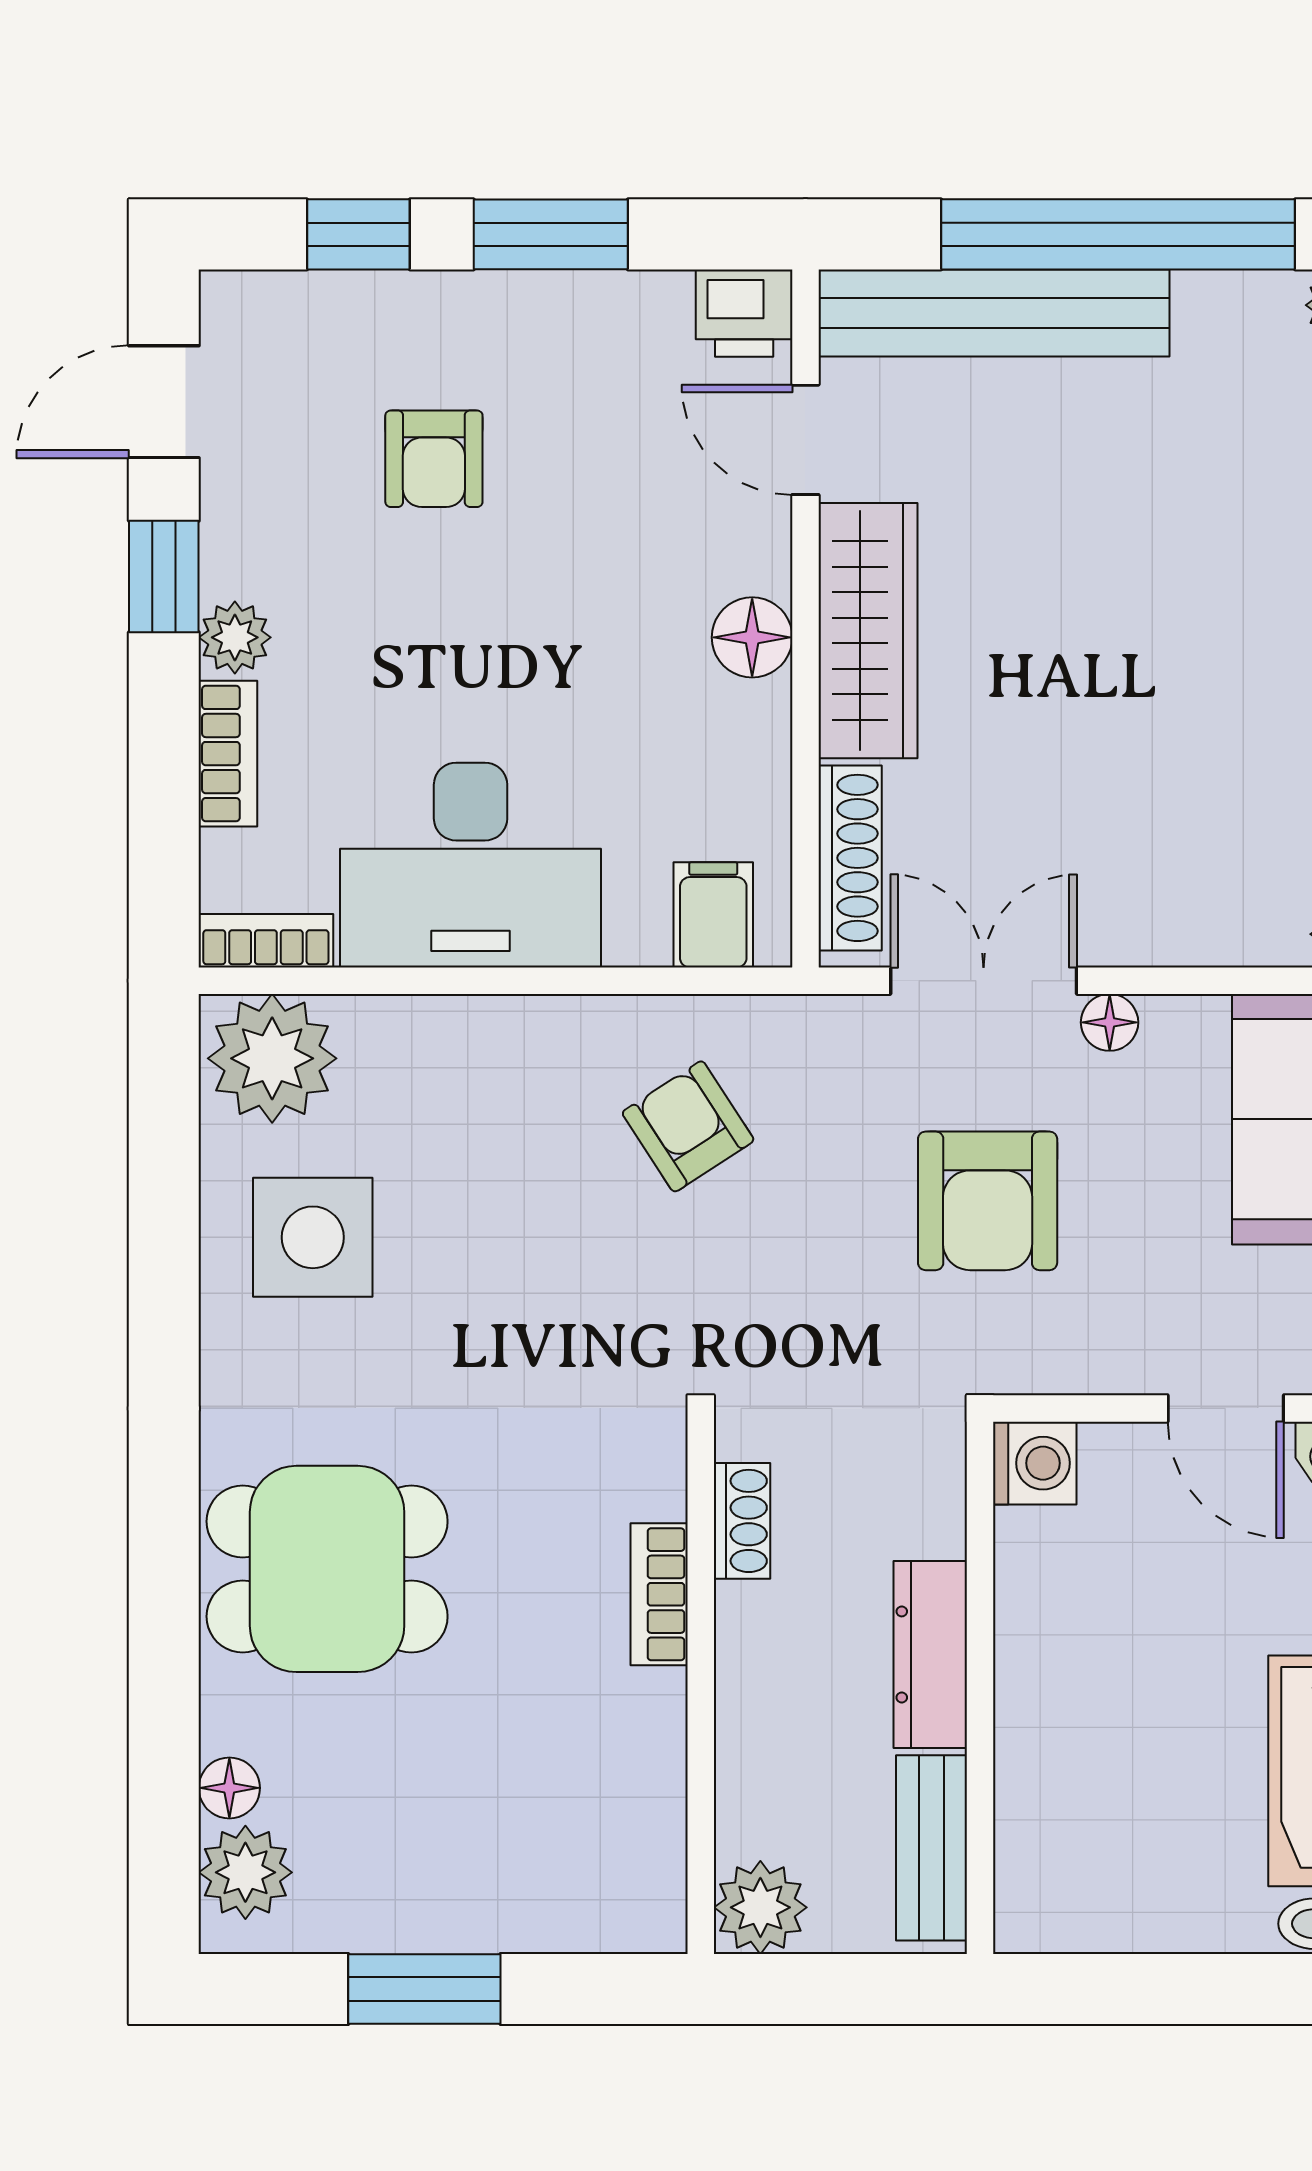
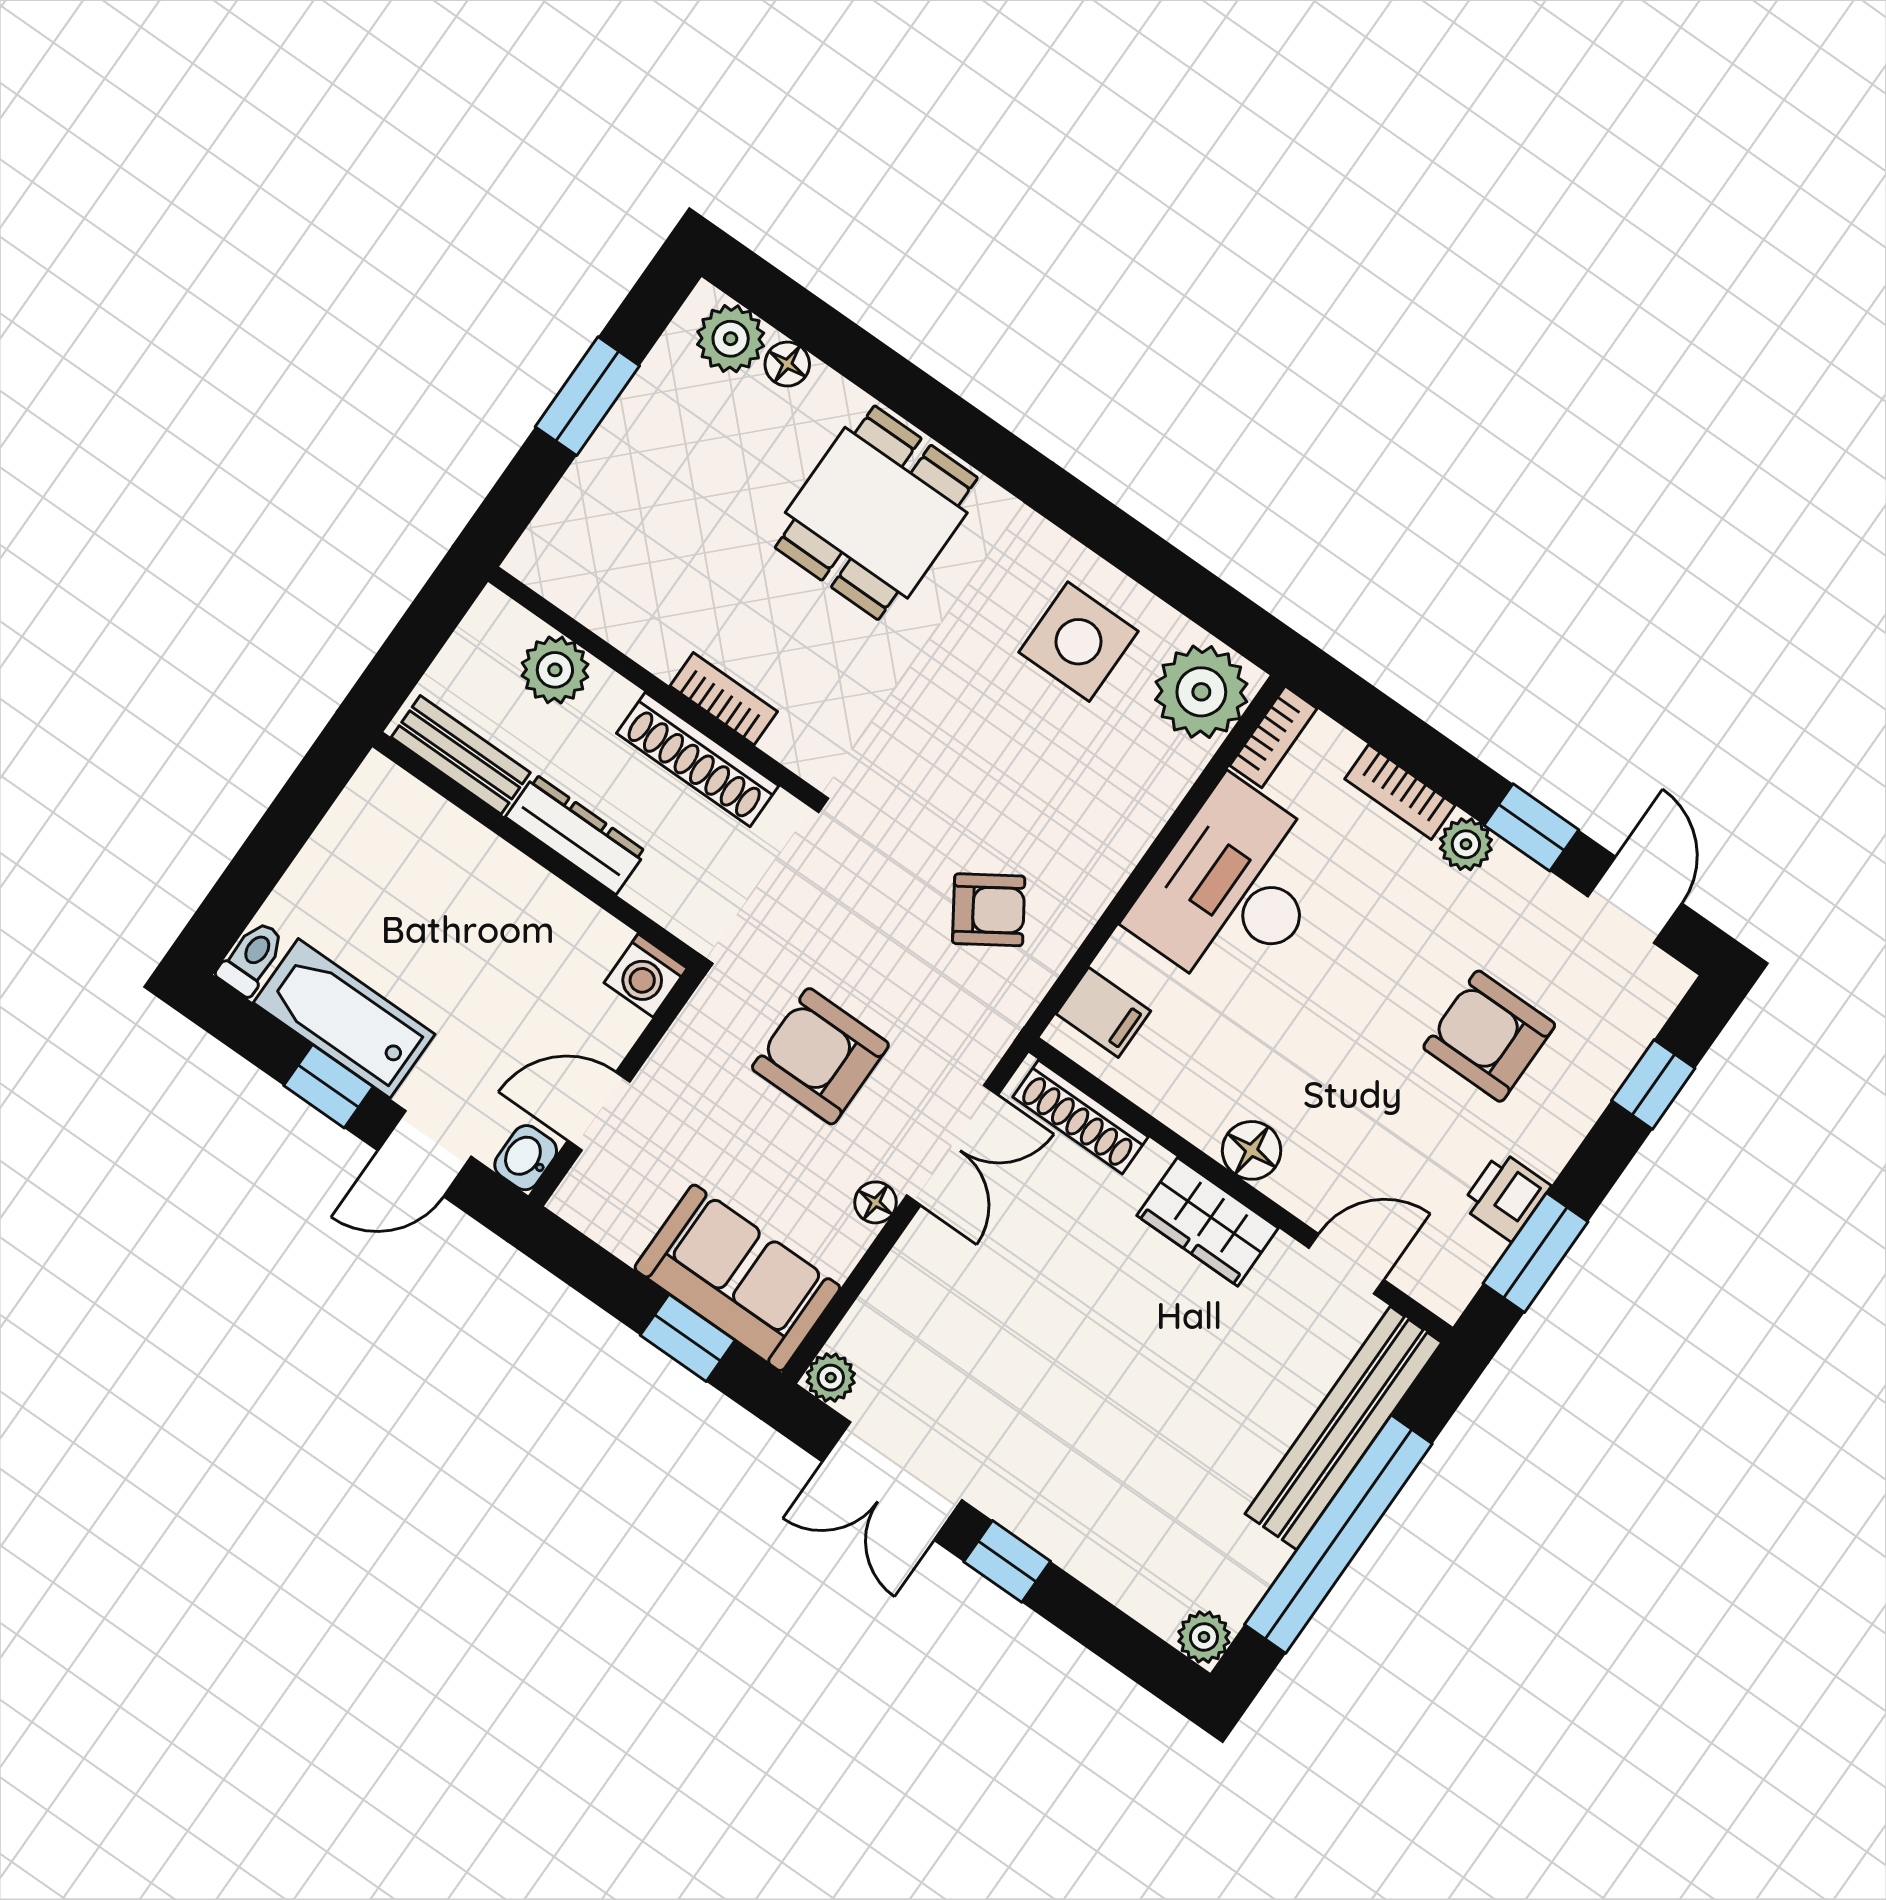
window: (551, 234) -> (1535, 1253), moved
printer: (744, 313) -> (1506, 1196), moved
armchair: (434, 459) -> (1489, 1036), width x1.38, depth x1.38
wardrobe: (868, 631) -> (1208, 1222), width x0.67
shoe rack: (742, 1521) -> (698, 759), width x1.94, depth x1.24
plant: (760, 1907) -> (555, 670), moved

